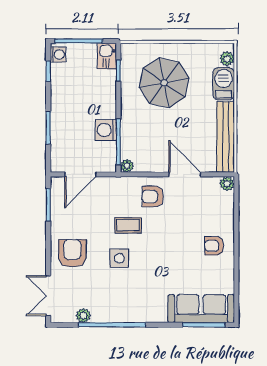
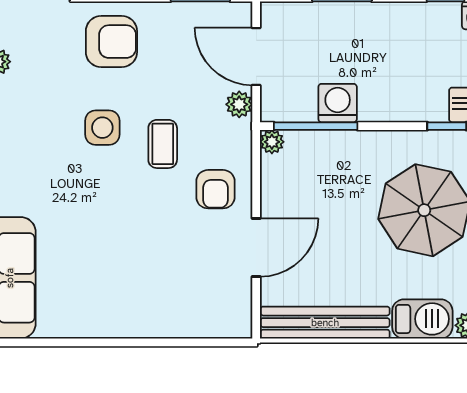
plant: (227, 184) -> (239, 104), moved
armchair: (153, 197) -> (215, 189), turned 180
armchair: (214, 246) -> (125, 302), removed

